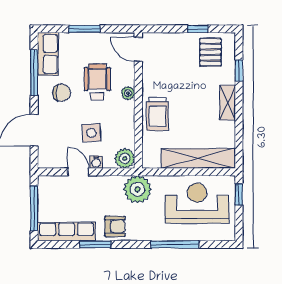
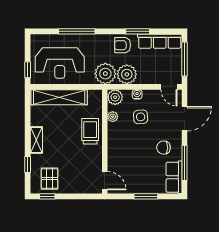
window: (198, 29) -> (47, 196), moved
wheelchair: (97, 82) -> (136, 156), removed
plant: (128, 93) -> (113, 117), moved
door: (78, 172) -> (169, 87), moved
plant: (109, 188) -> (127, 74), added

